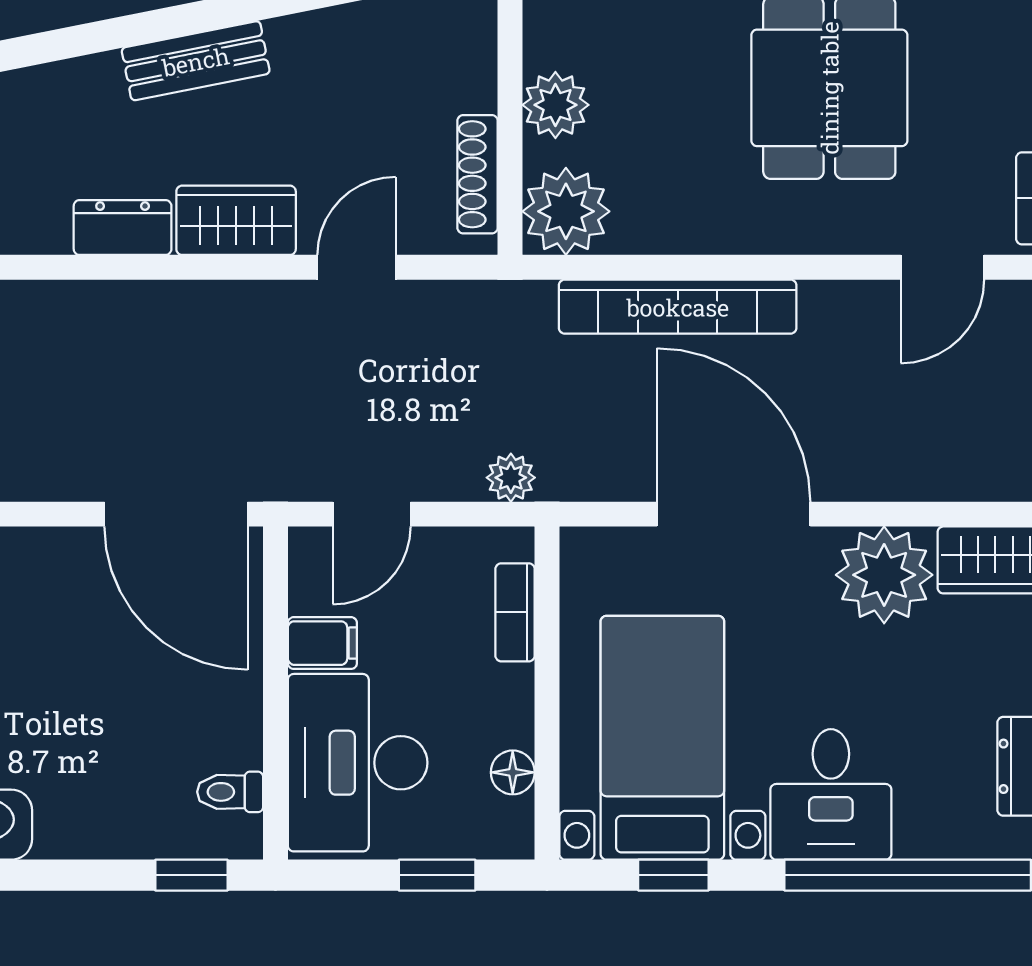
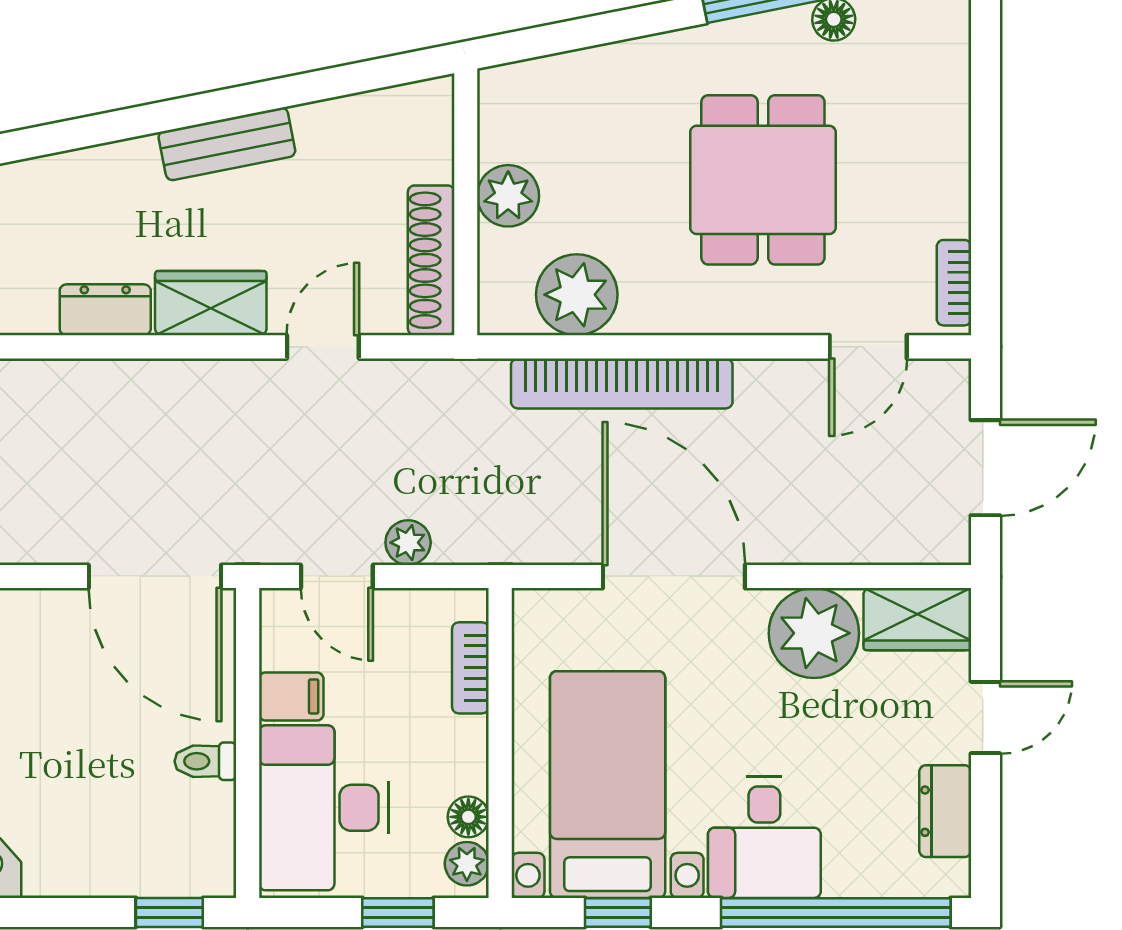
bench: (196, 61) -> (227, 144), moved
shoe rack: (478, 174) -> (431, 260), width x1.36, depth x1.24
plant: (566, 211) -> (577, 295), moved
plant: (511, 478) -> (408, 543), moved
door: (372, 514) -> (337, 576), hinge flipped
toilet: (230, 792) -> (205, 761), moved
plant: (511, 823) -> (467, 864), added

